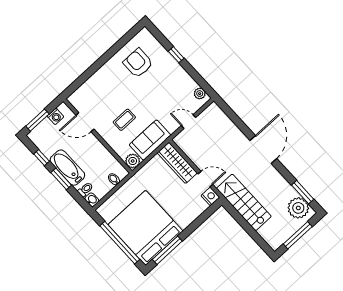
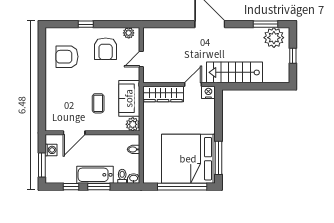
armchair: (171, 87) -> (106, 49), added
window: (298, 235) -> (293, 56), width x0.46

